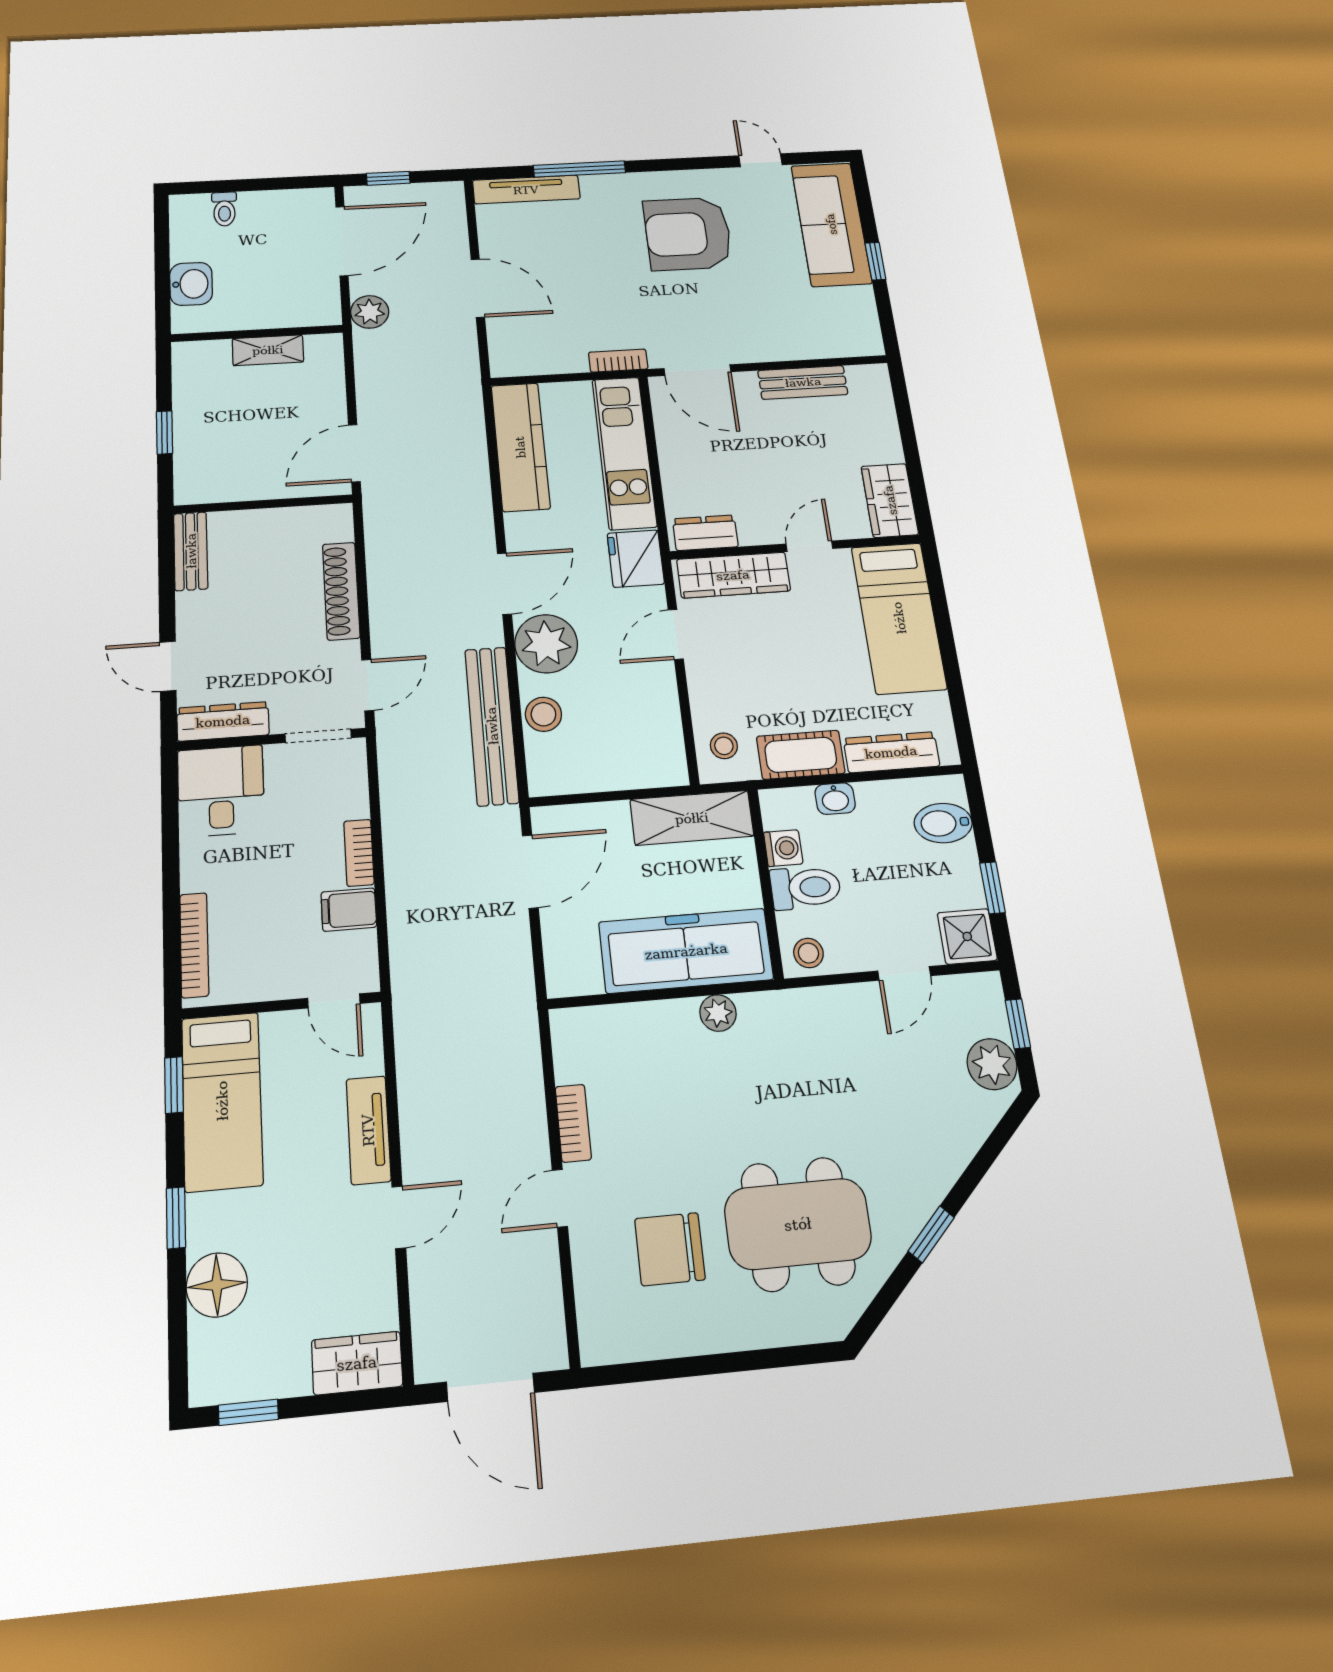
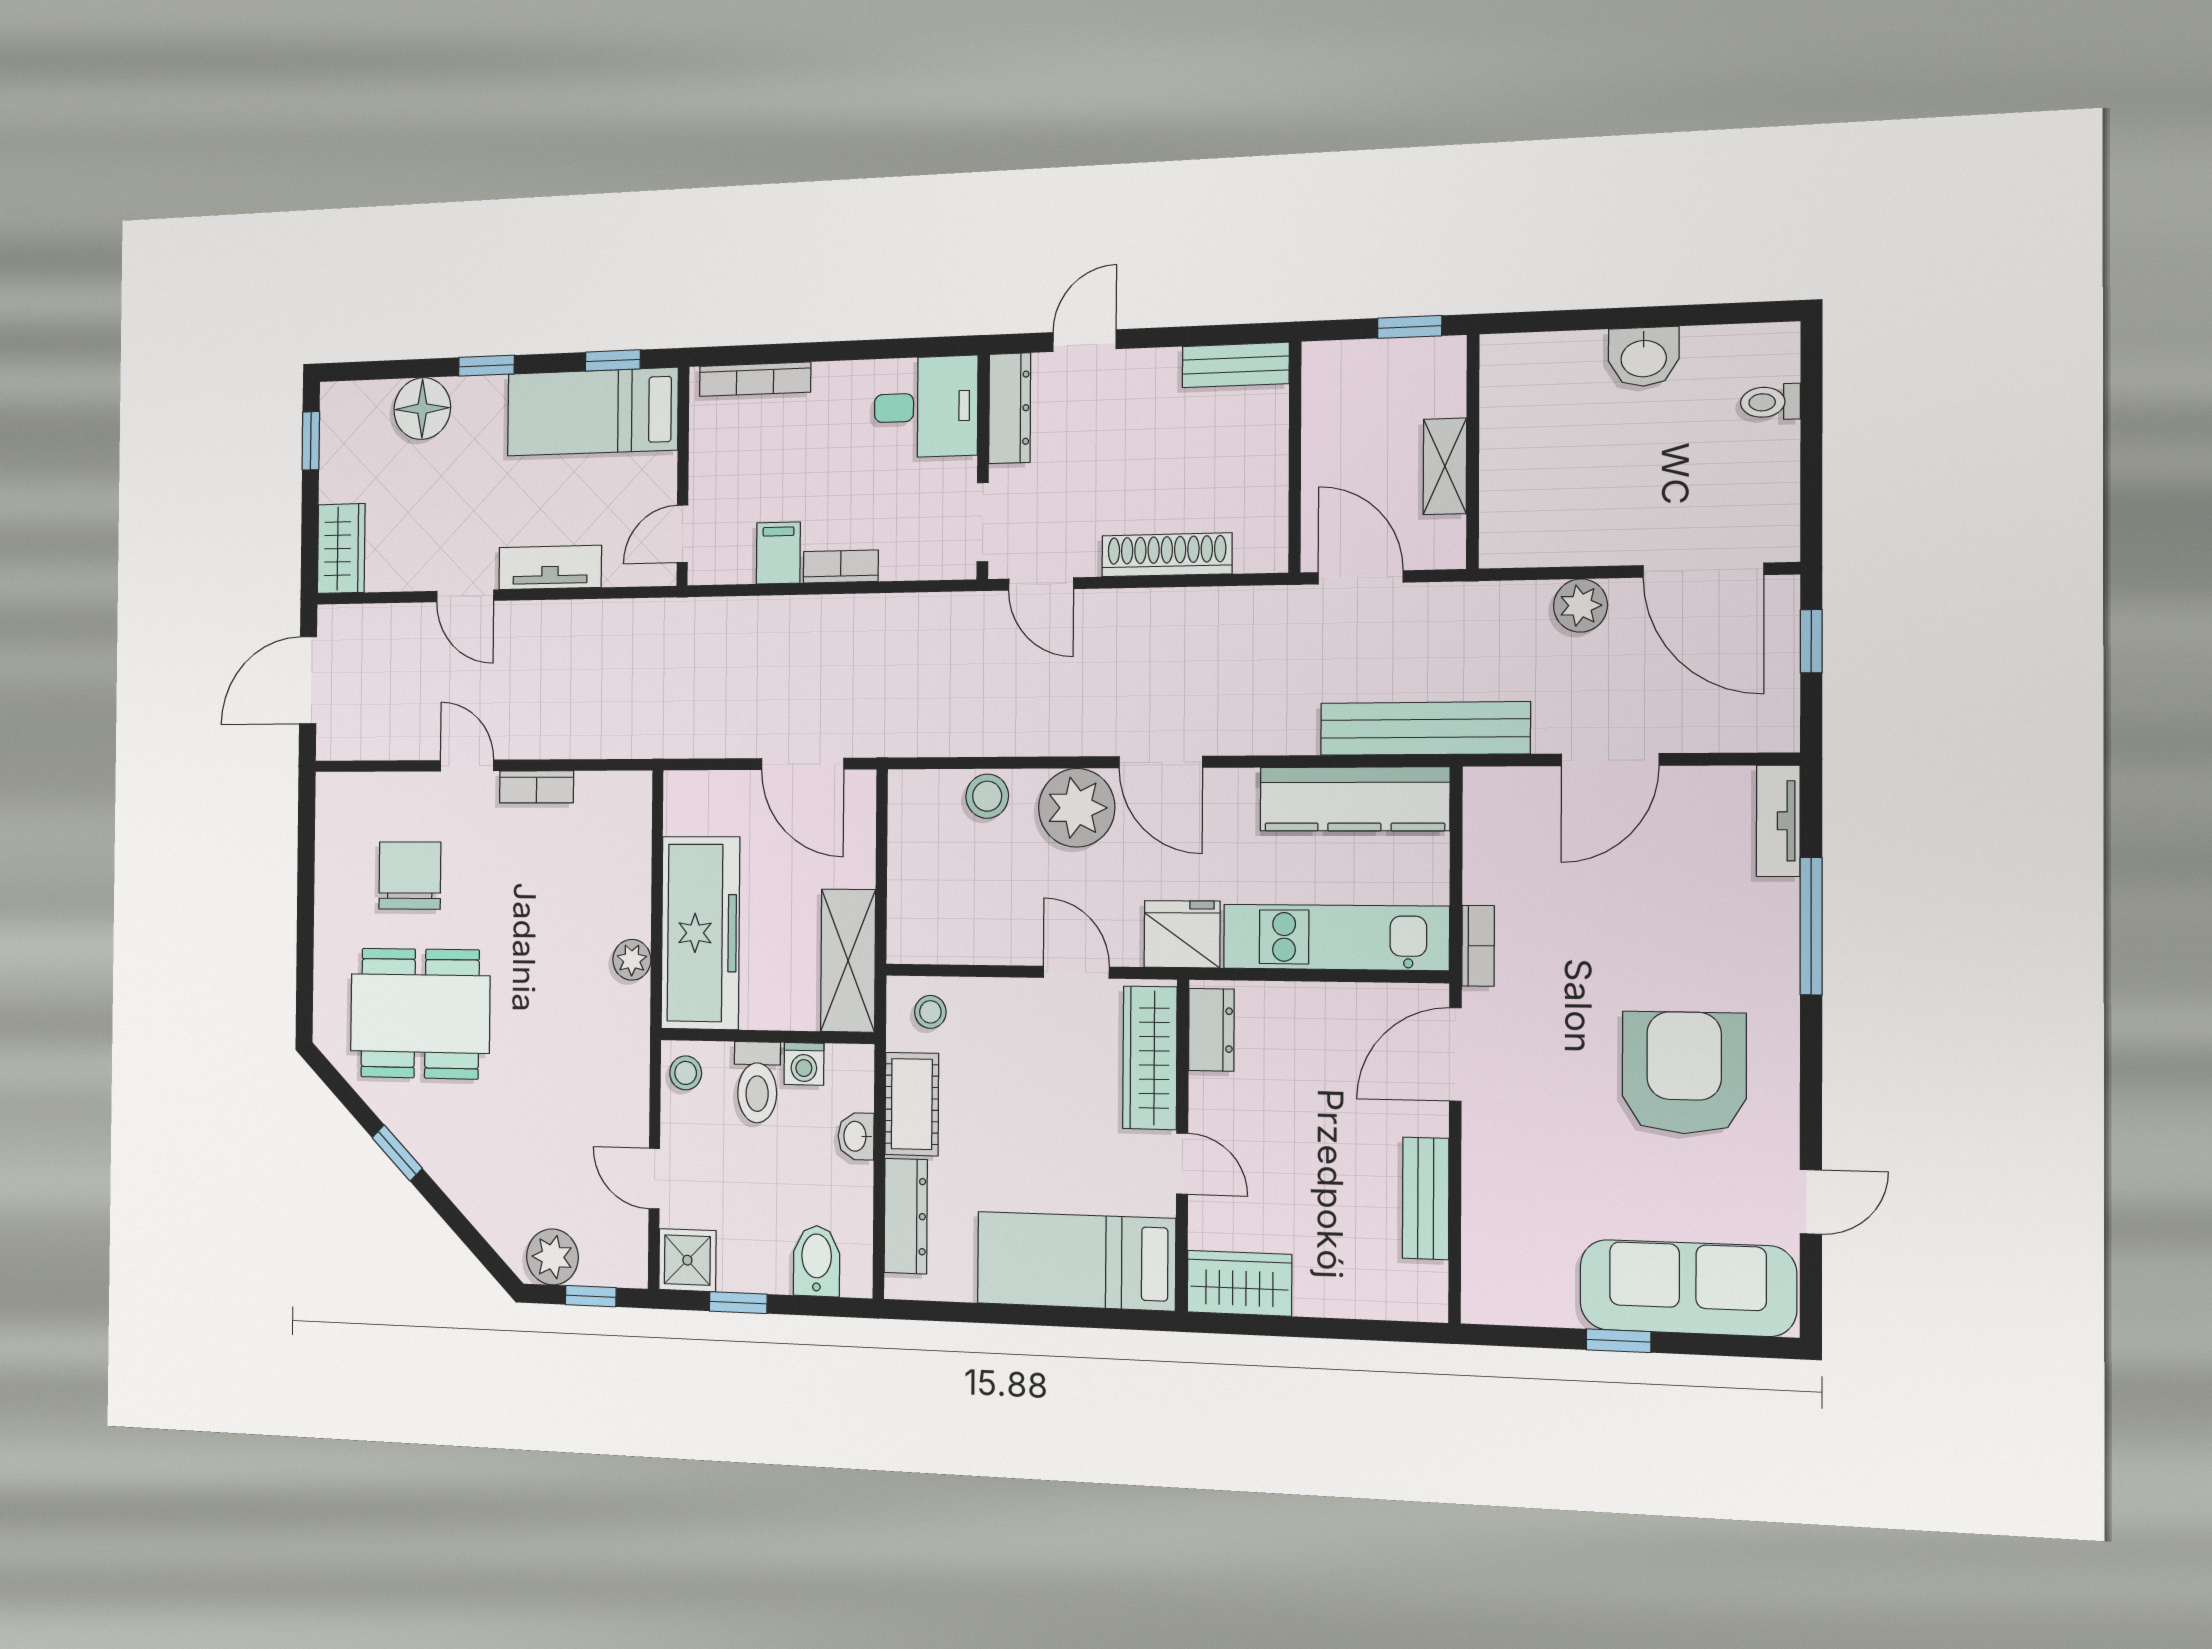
tv unit: (526, 190) -> (1778, 821), width x0.71
wall: (257, 333) -> (1473, 452), moved
shelving: (268, 350) -> (1445, 466), moved
bench: (492, 726) -> (1425, 728), moved
dining table: (798, 1224) -> (420, 1014), turned 90

